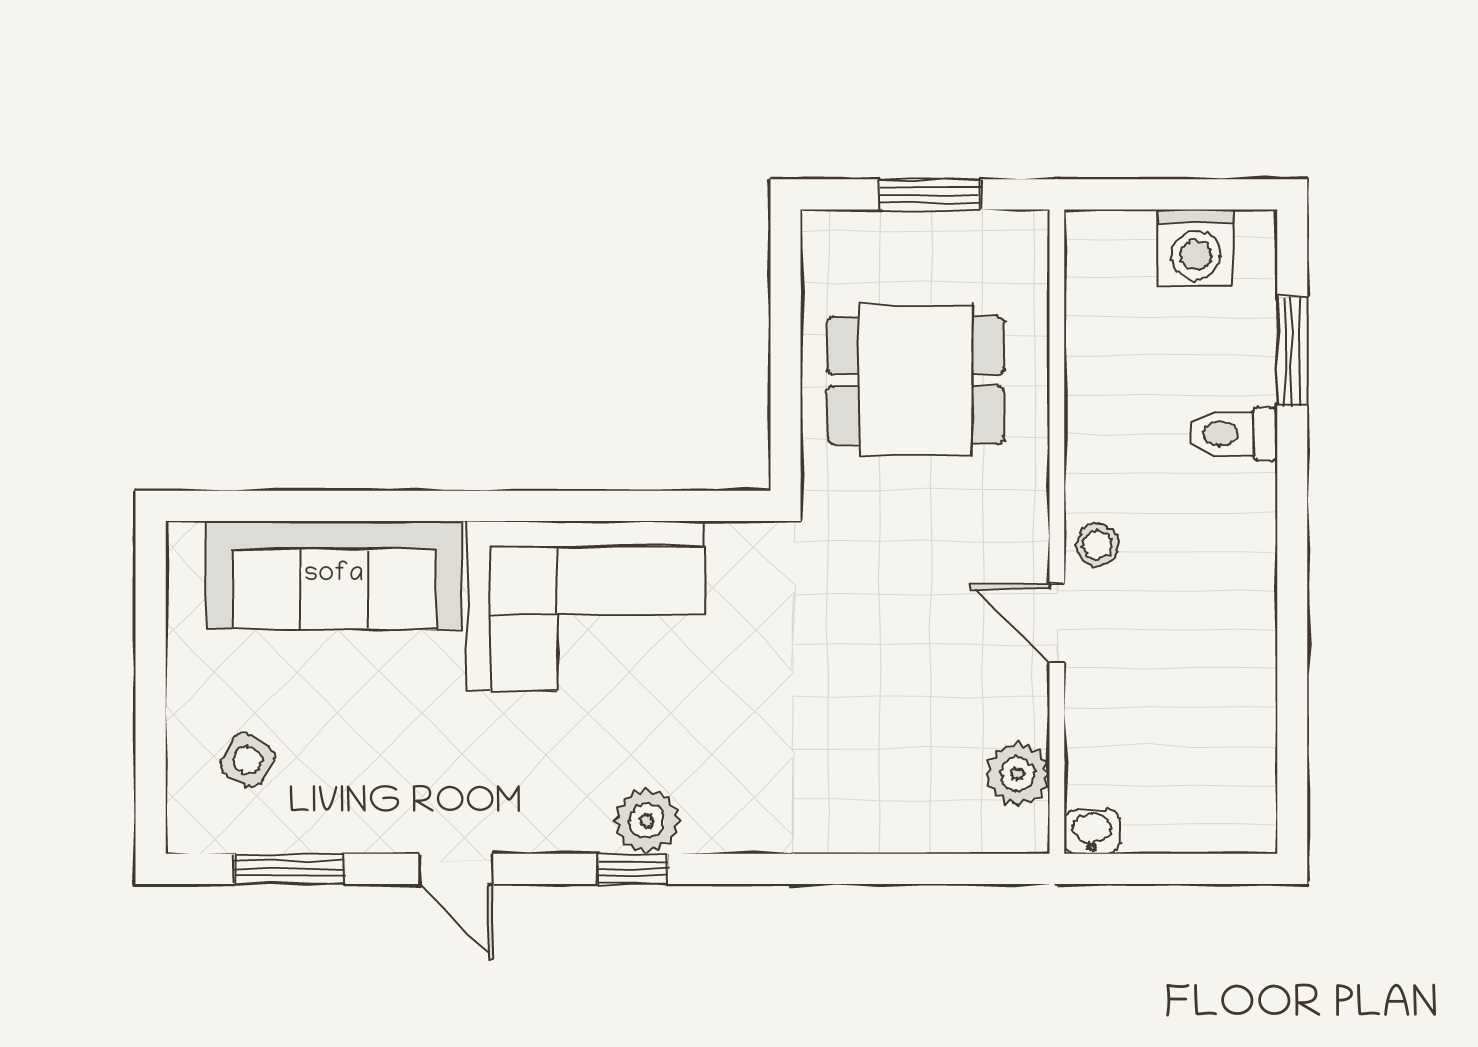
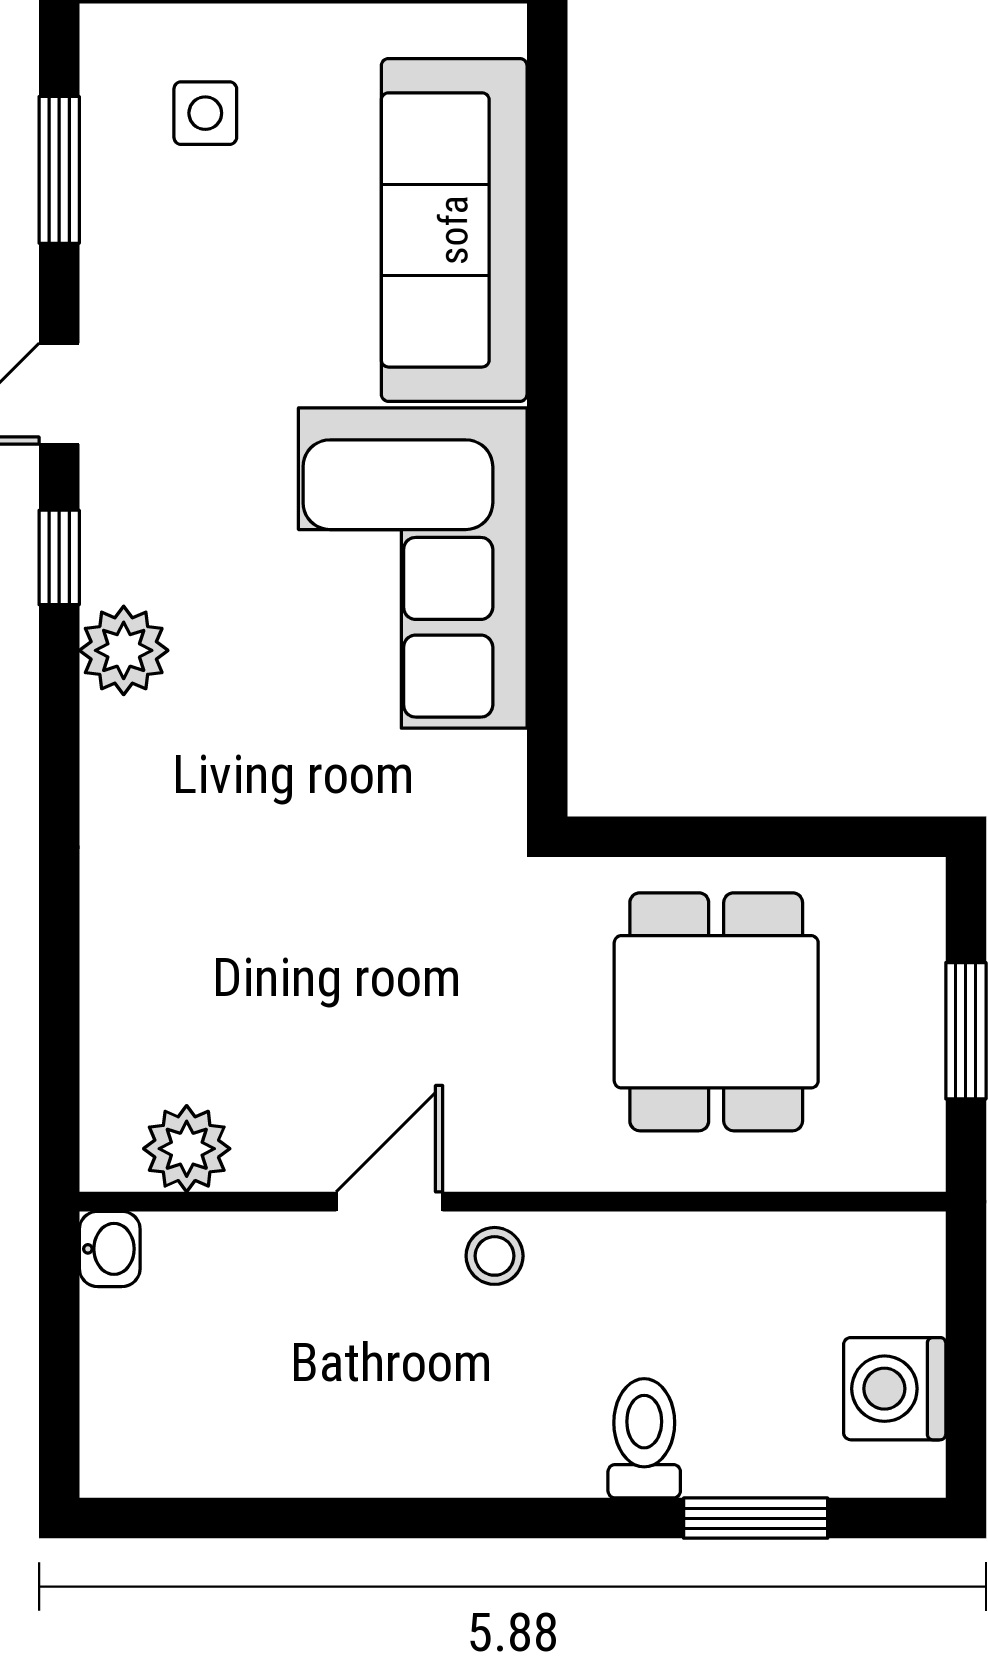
side table: (247, 760) -> (205, 113), turned -30
window: (633, 869) -> (59, 557), moved

